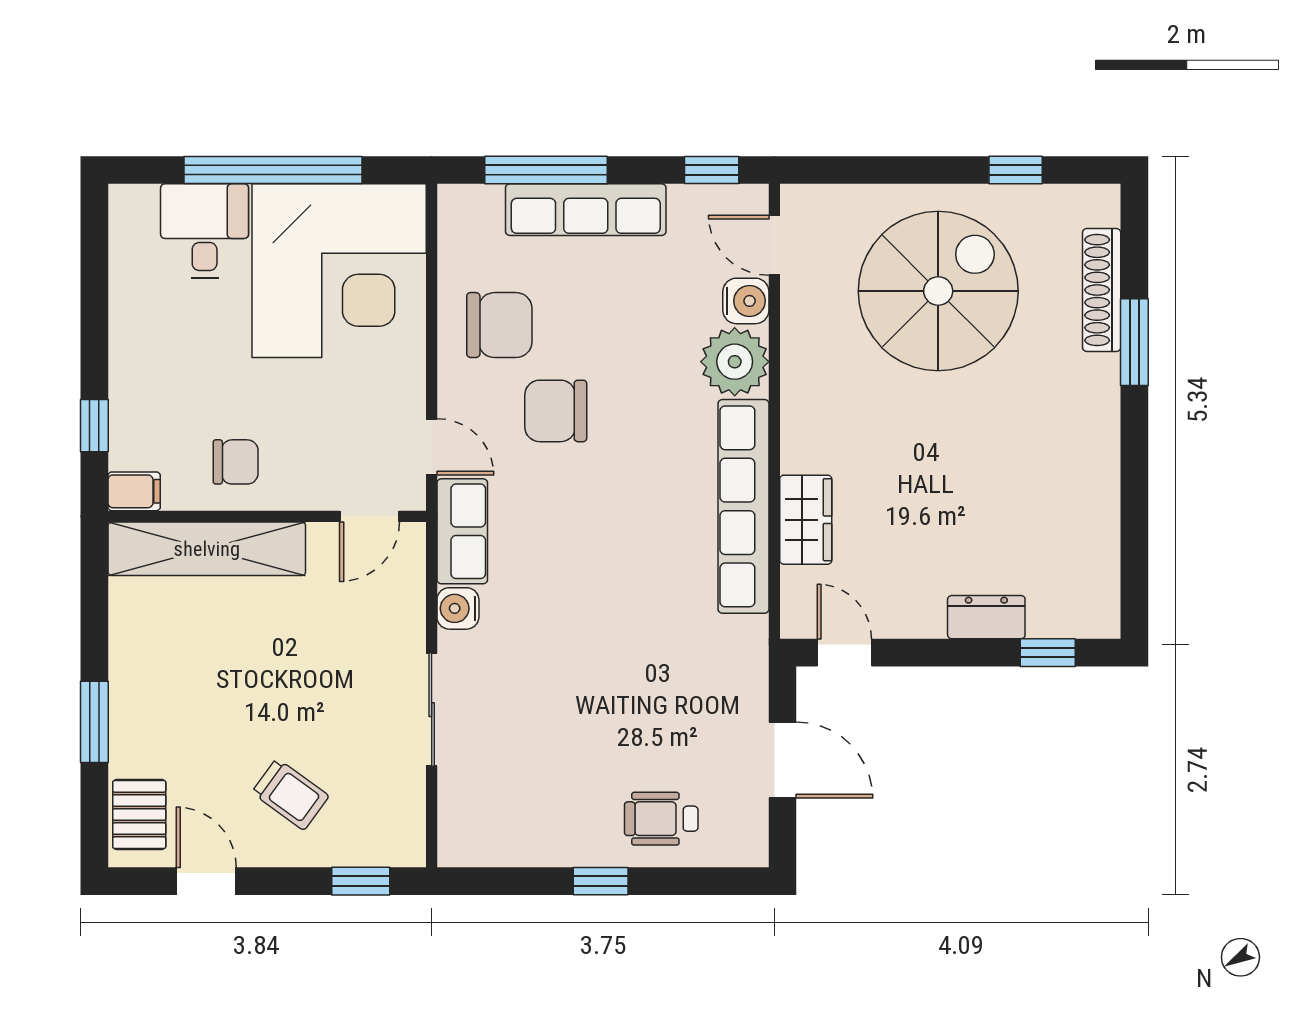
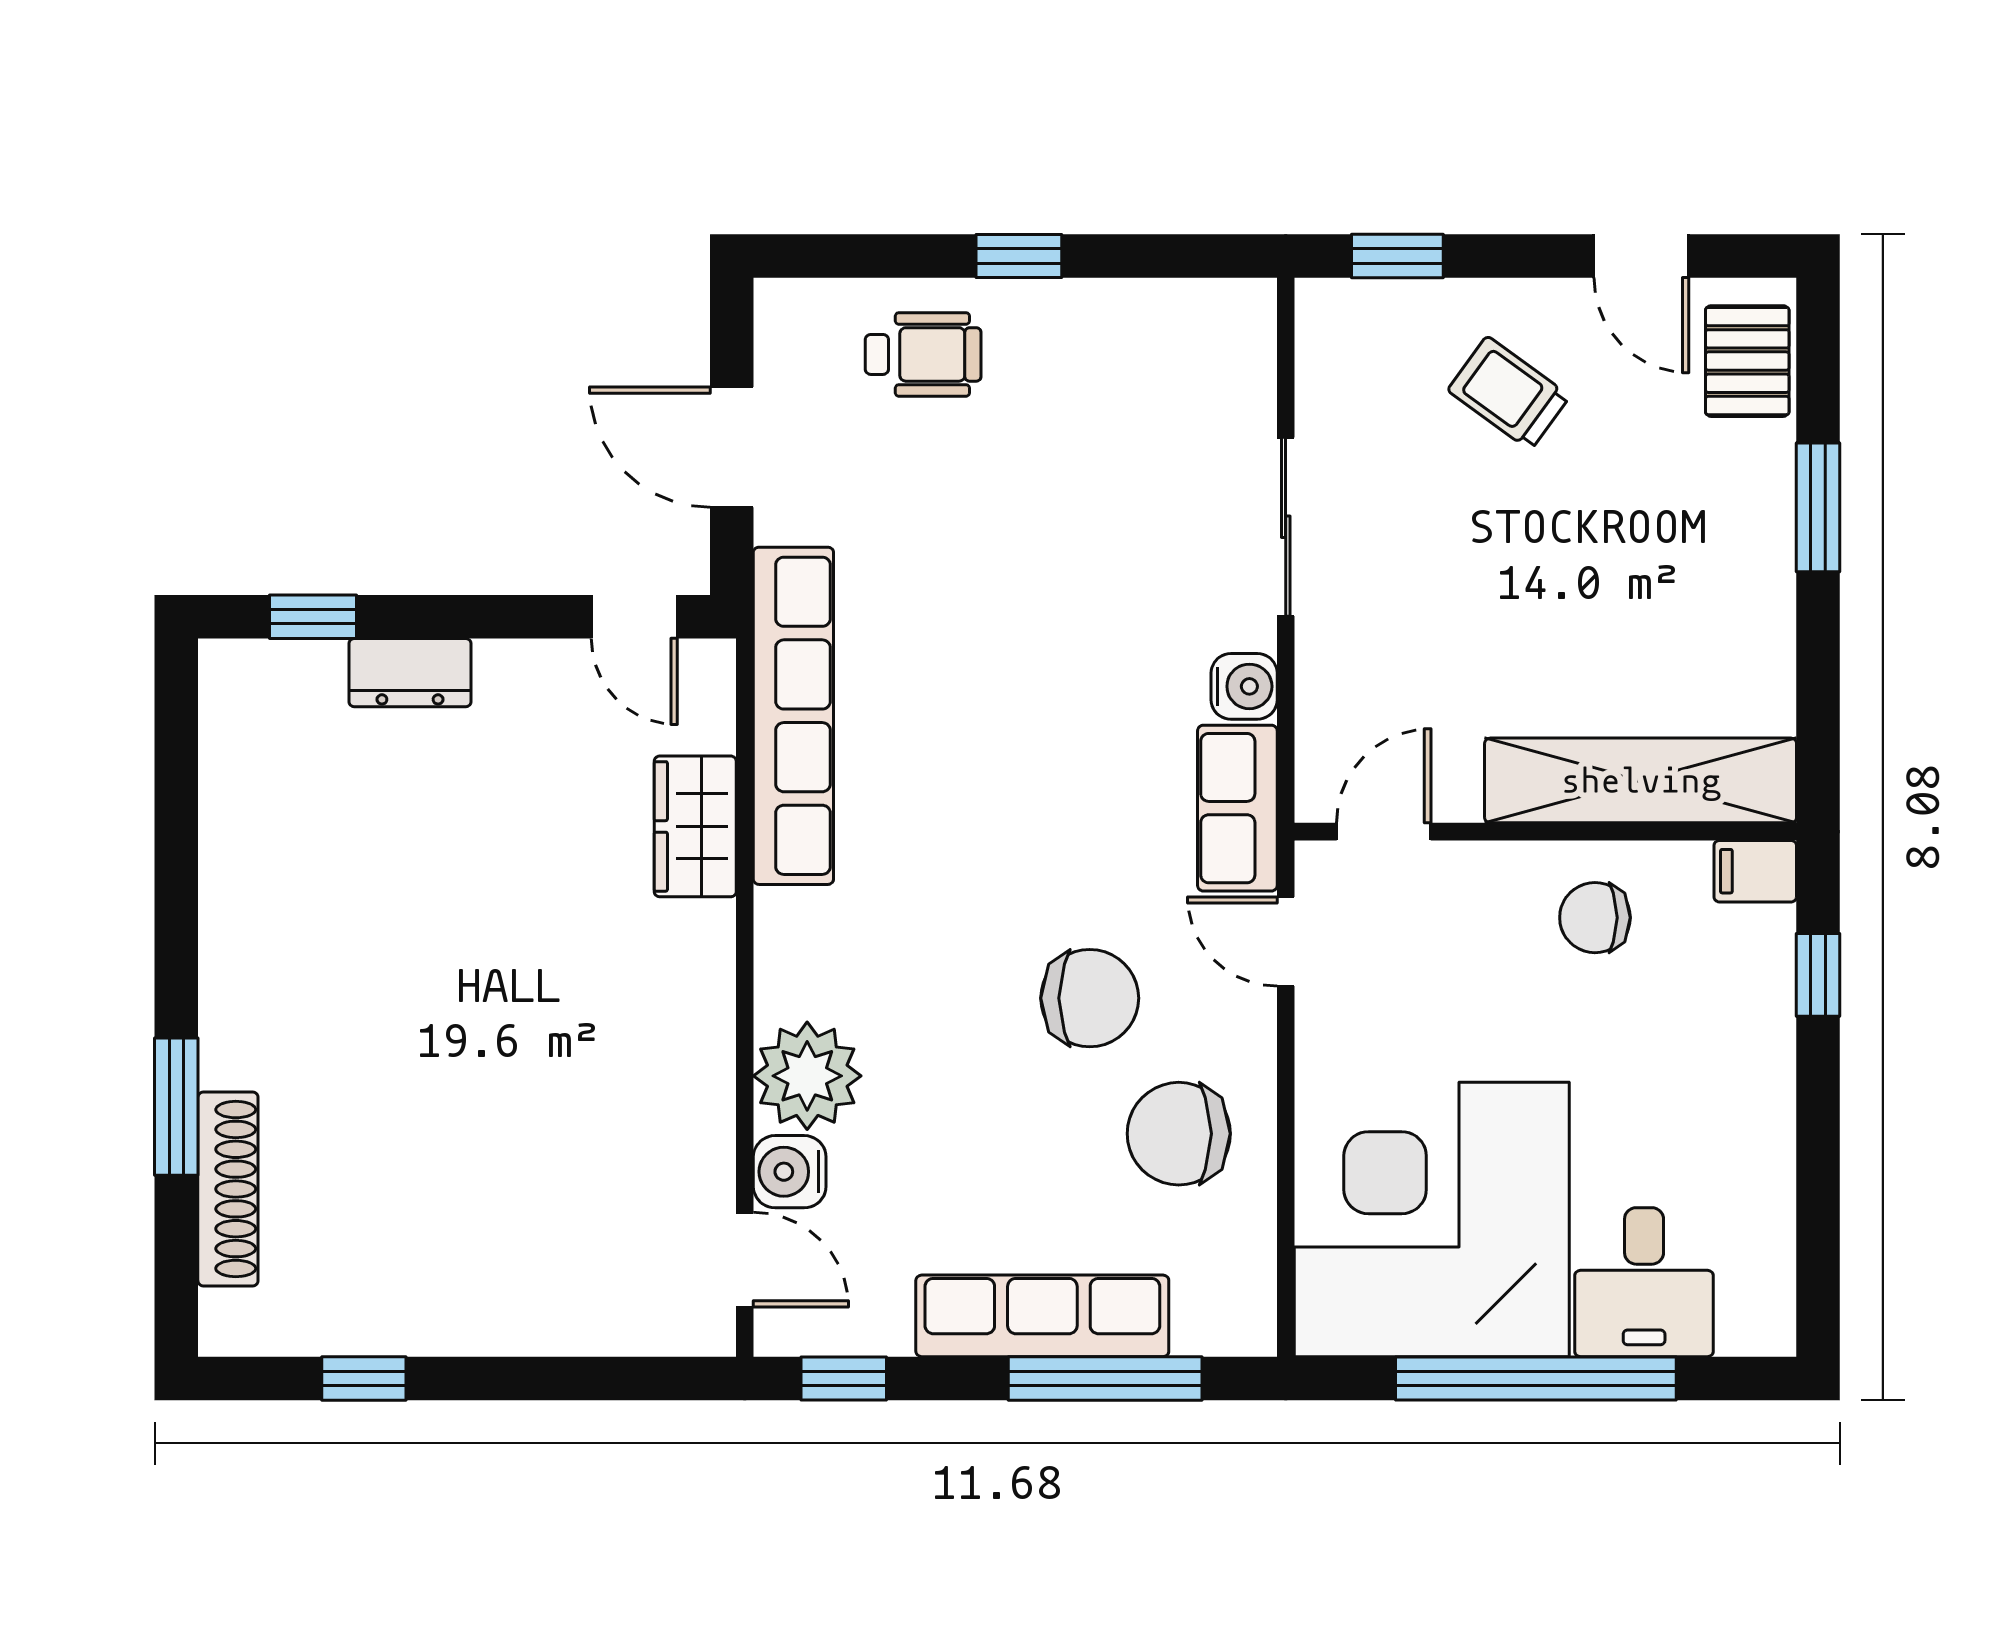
spiral stairs: (938, 291) -> (486, 1187), removed
row of seats: (743, 506) -> (793, 716), moved

